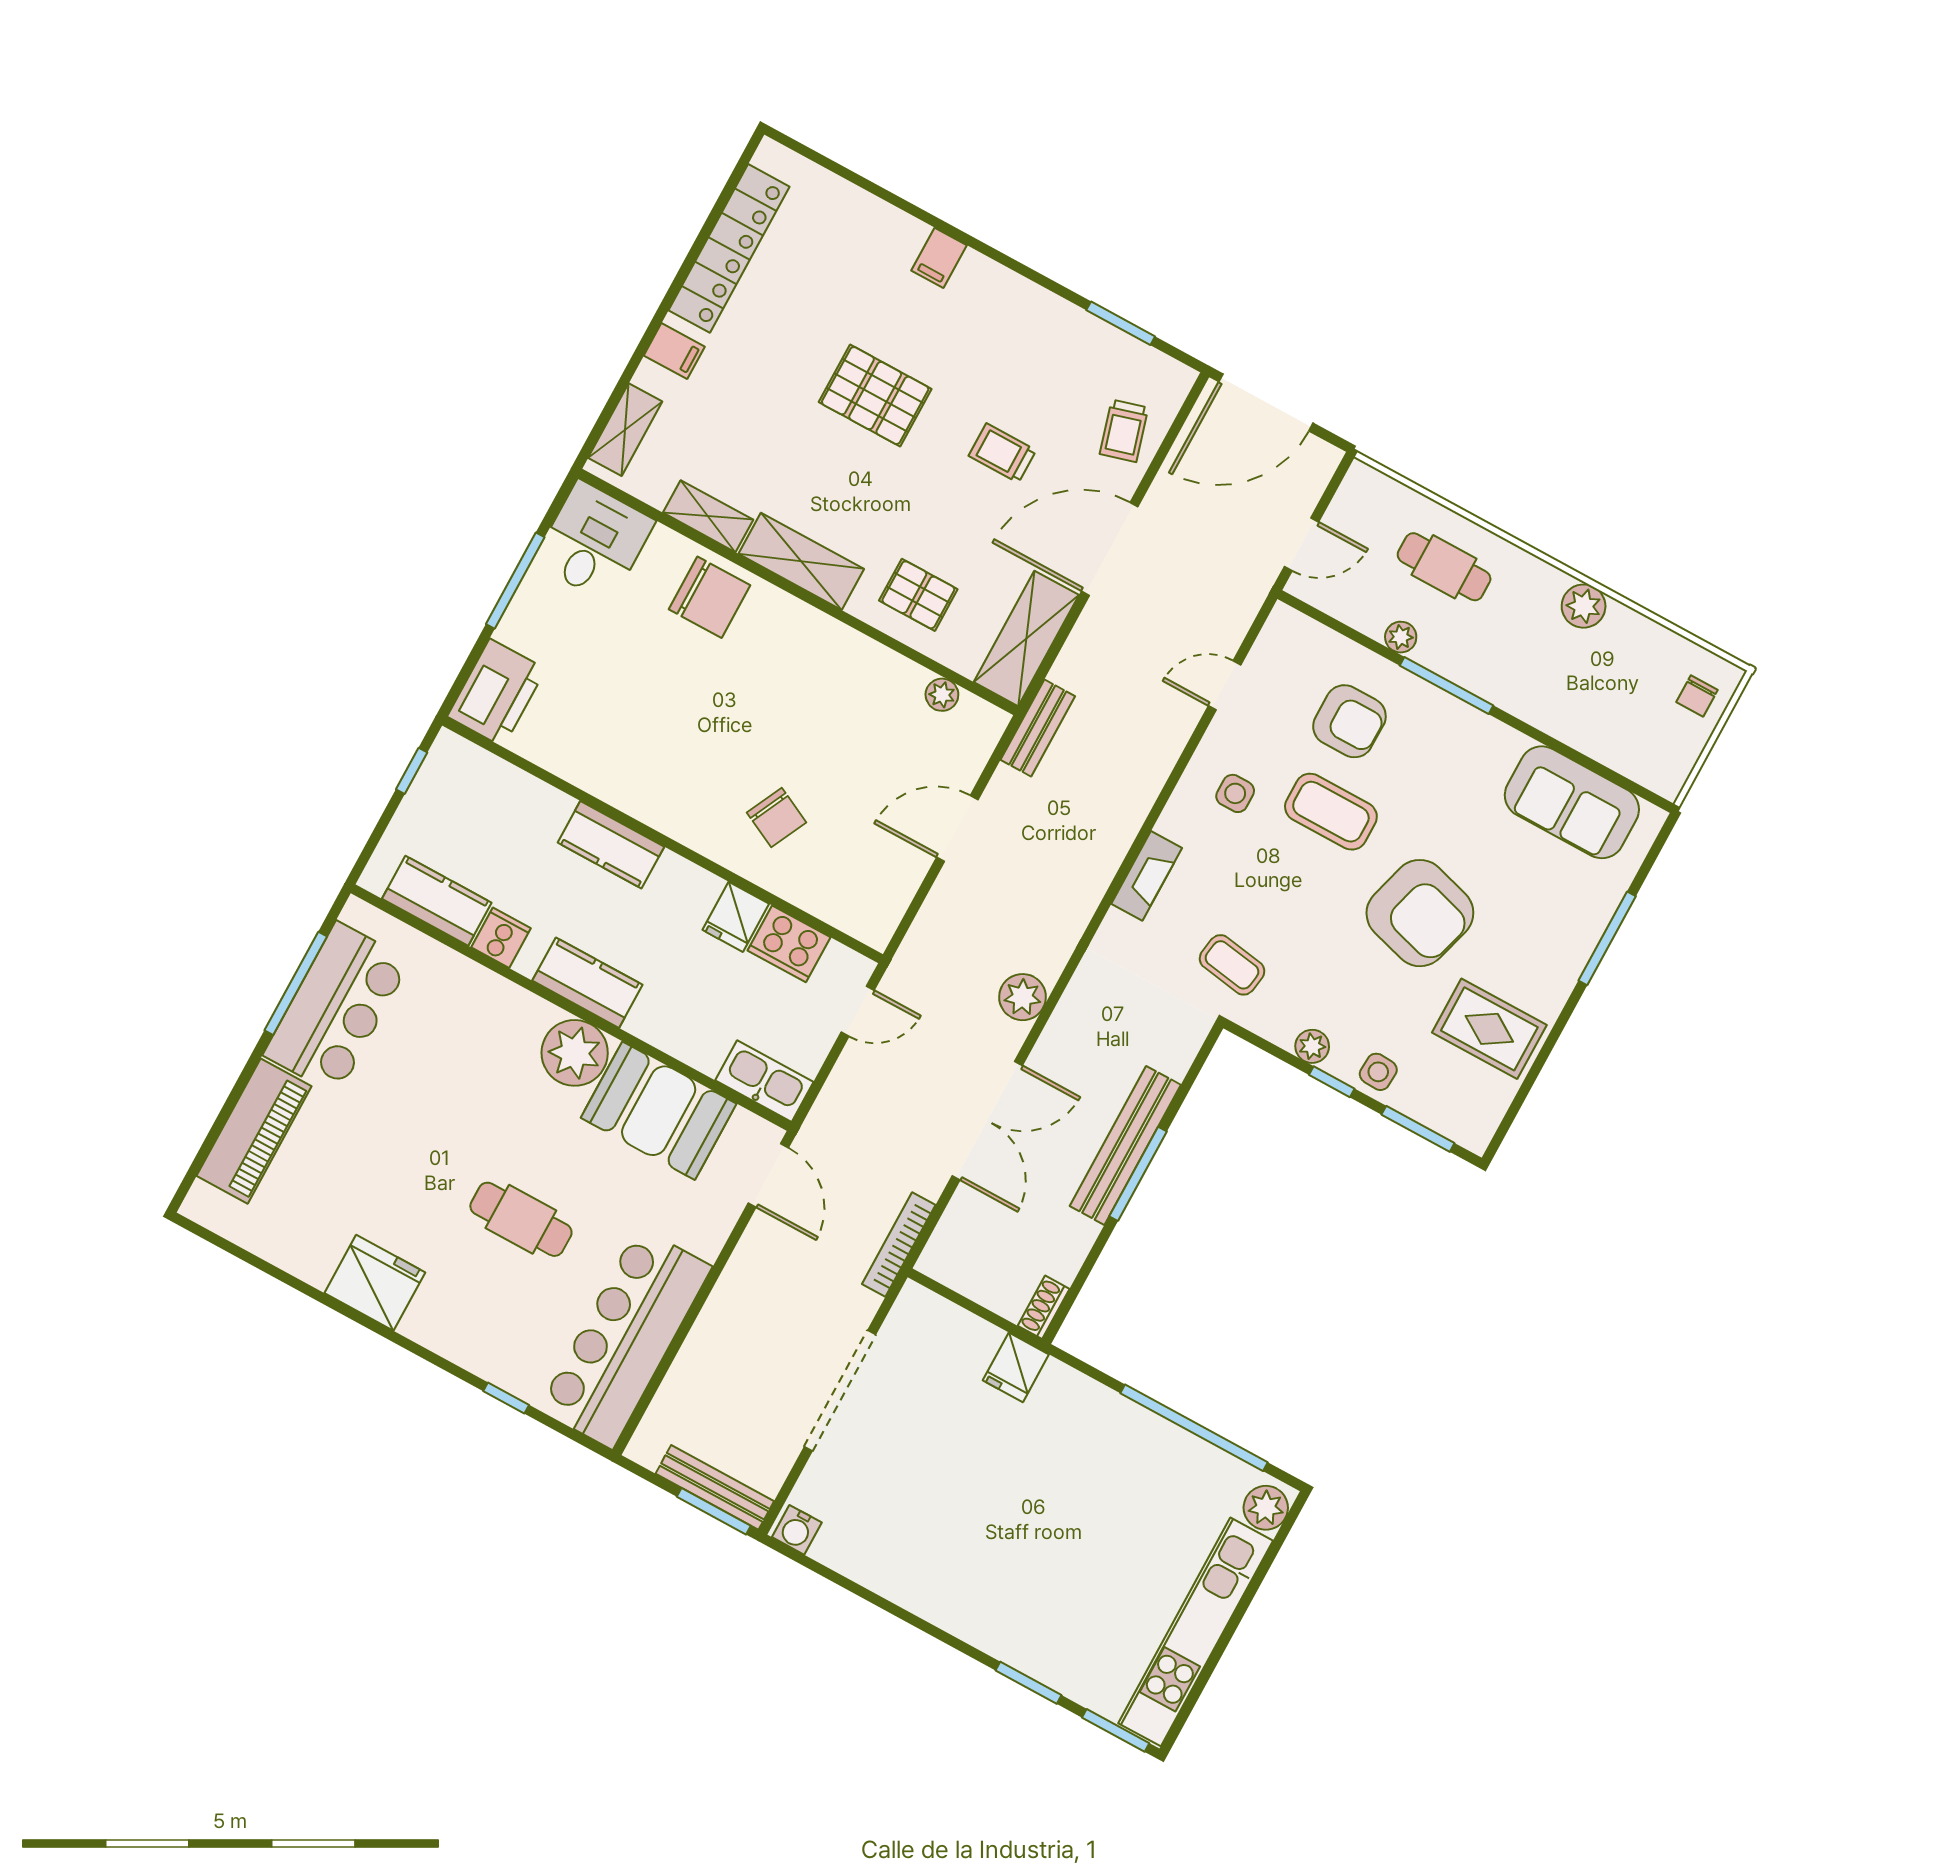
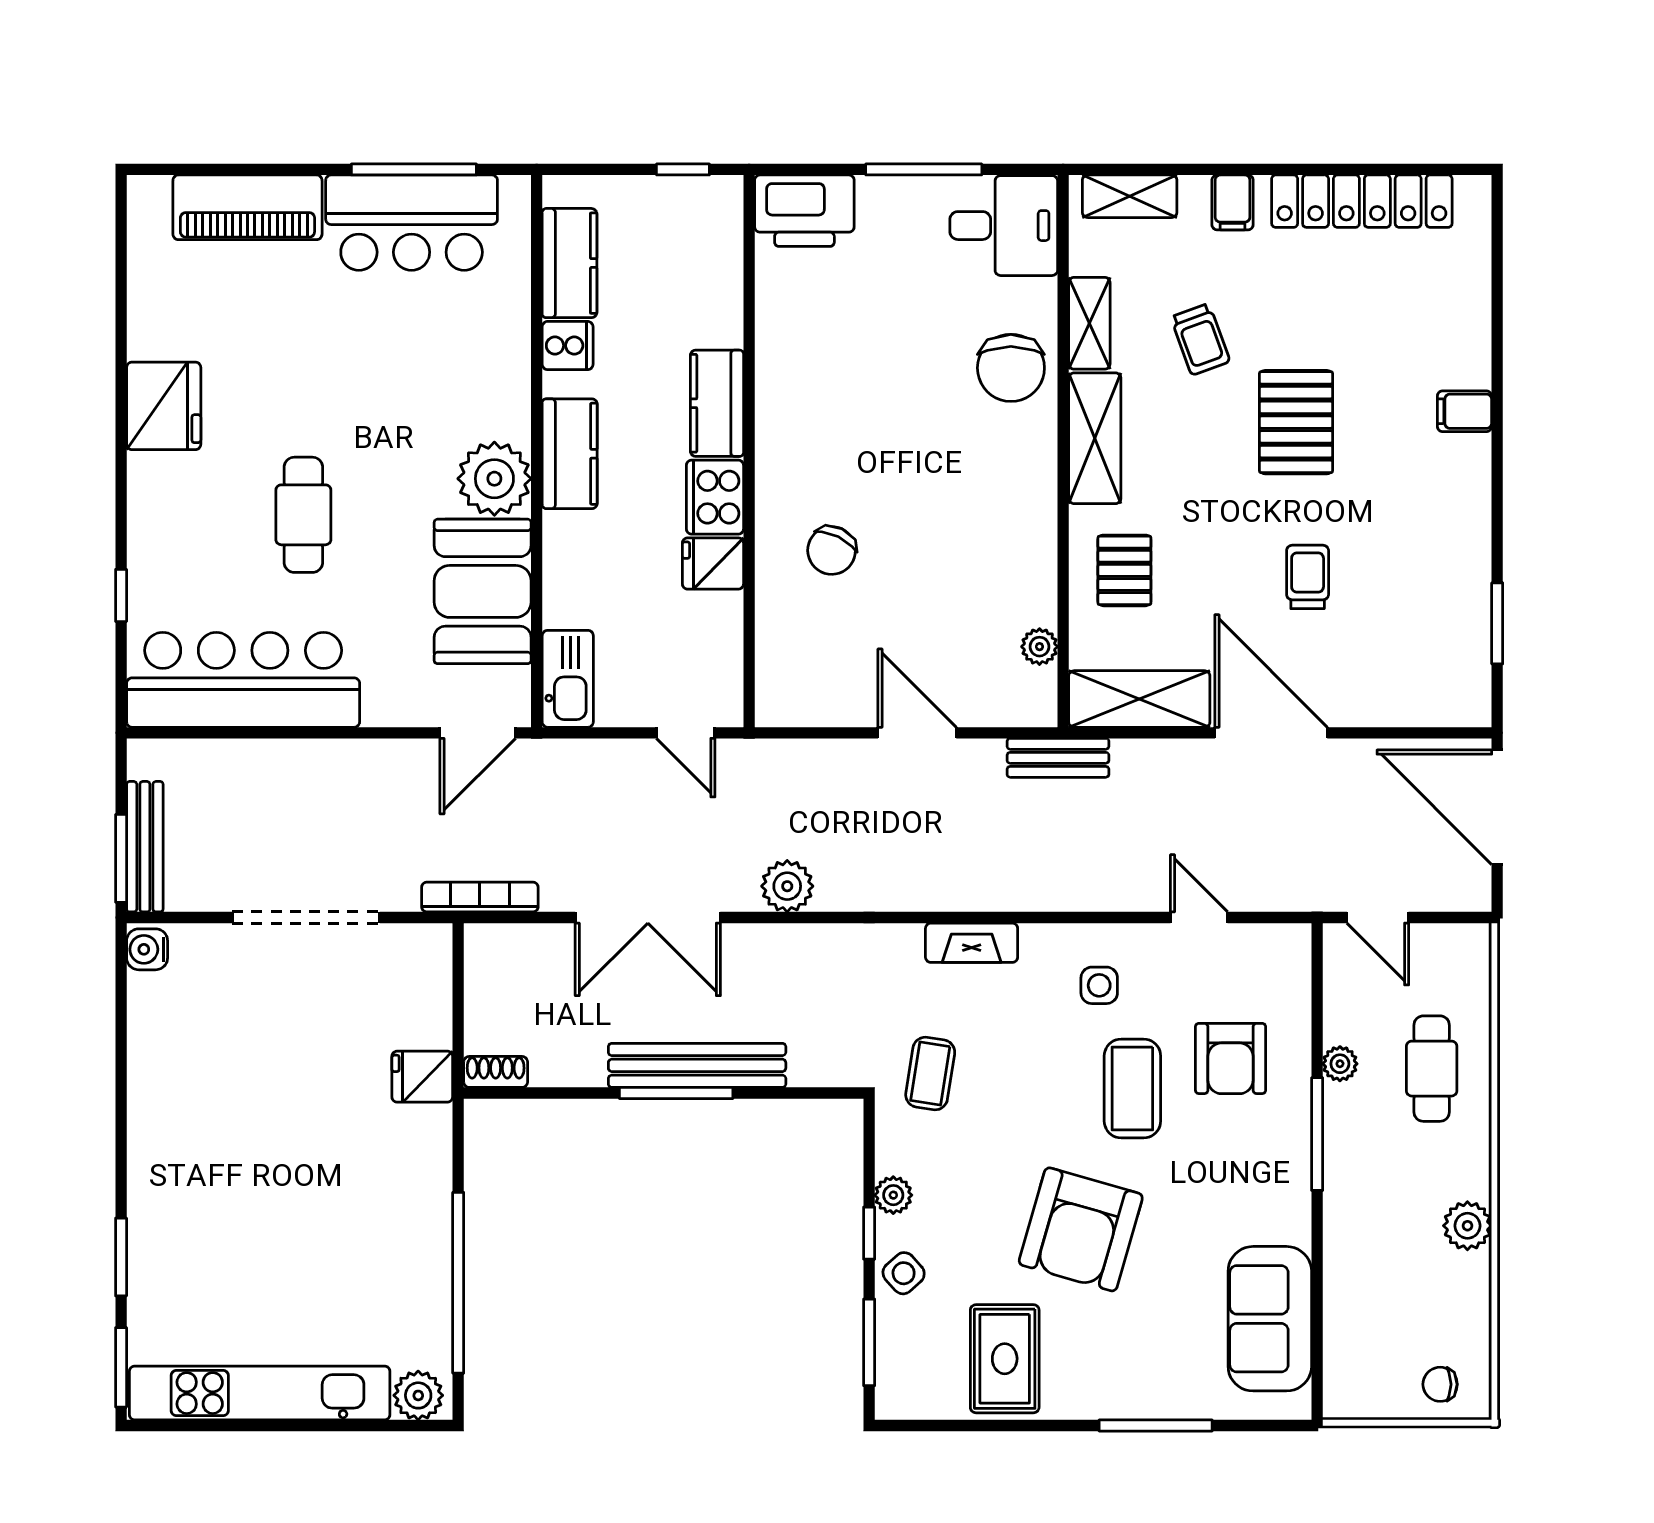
trolley: (1124, 431) -> (1200, 339), moved, turned -94
cooker: (789, 944) -> (715, 497), moved
side table: (1378, 1072) -> (904, 1273), turned 45

